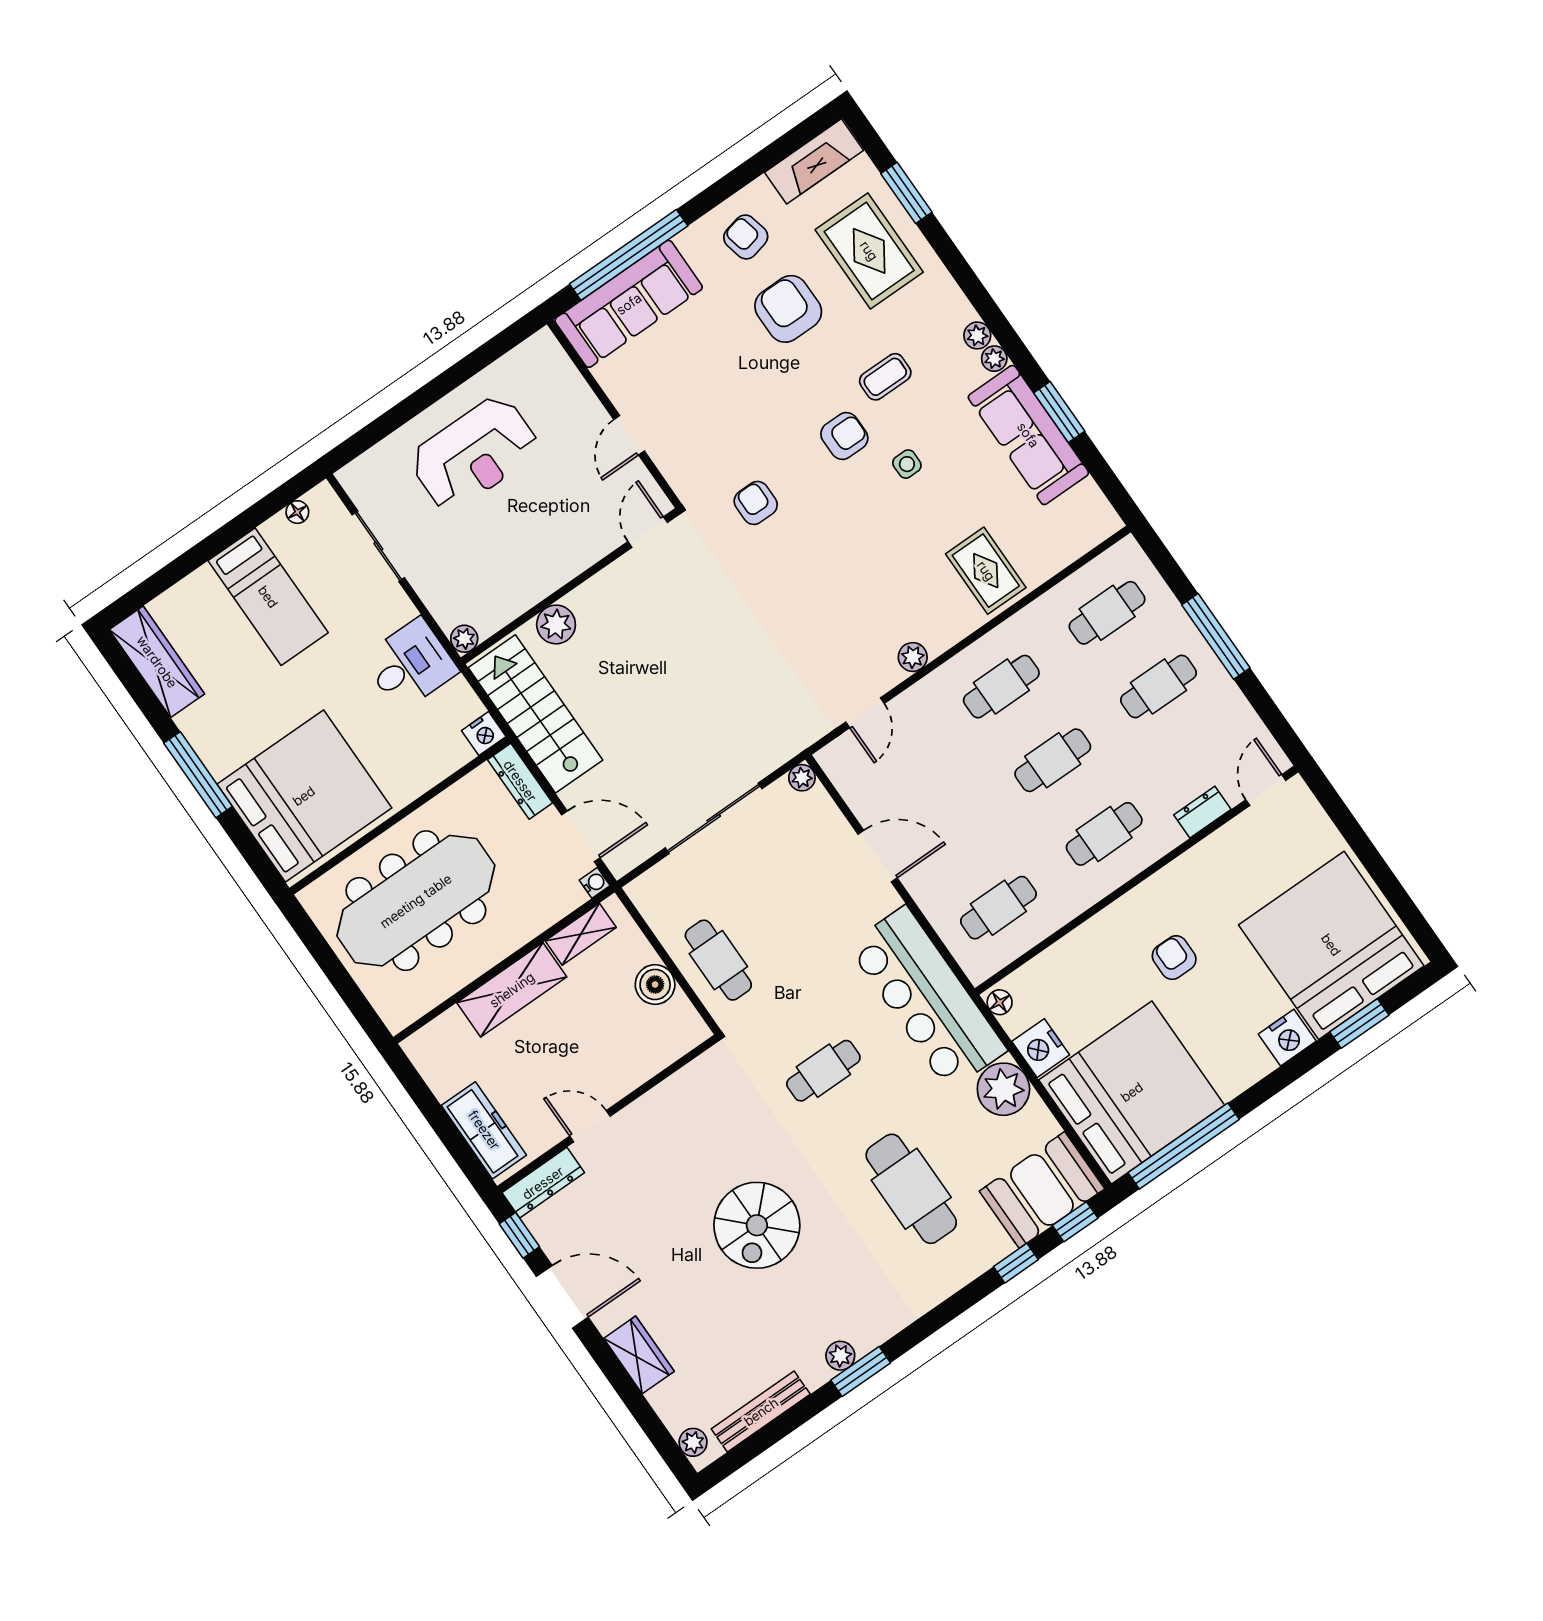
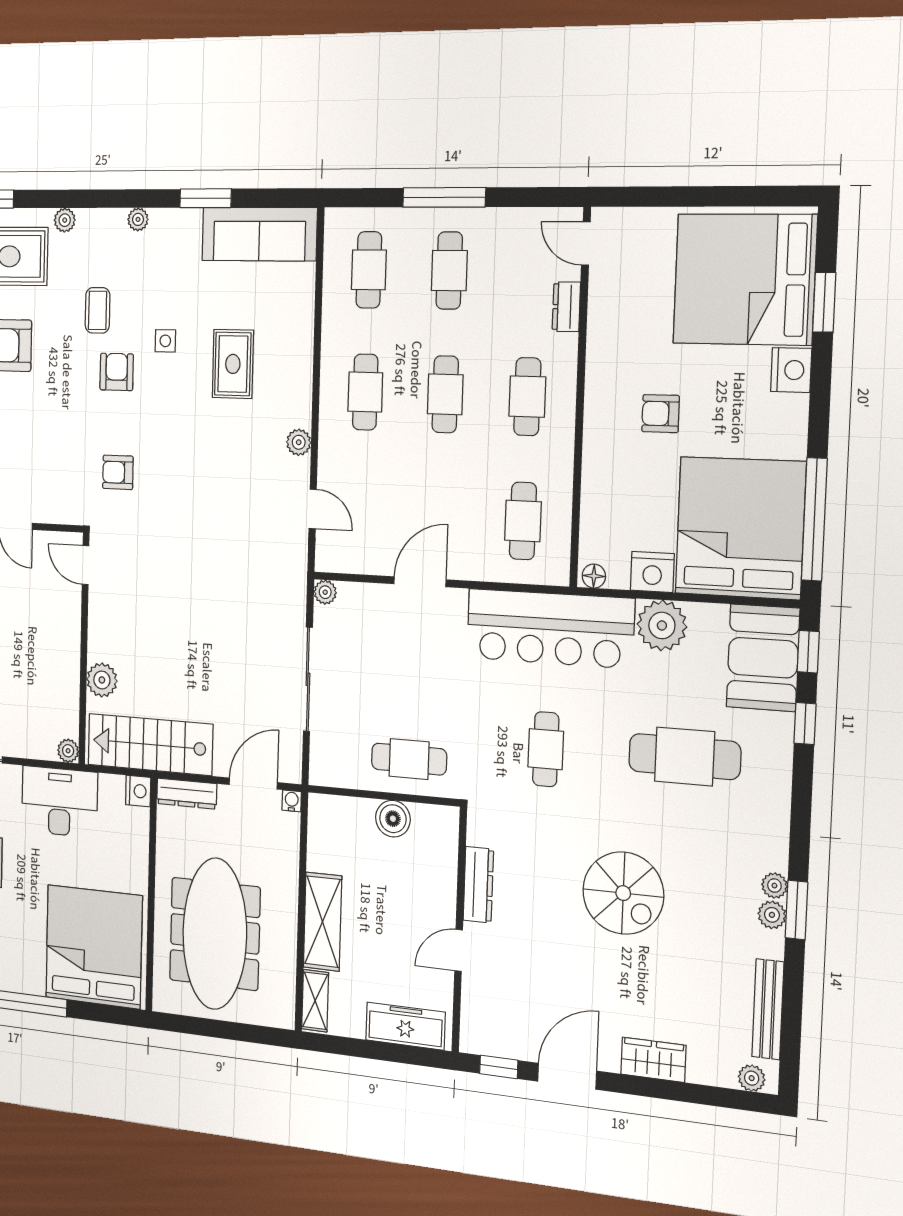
plant: (977, 335) -> (65, 220), moved
sofa: (1028, 435) -> (259, 234), moved
rug: (986, 571) -> (233, 364), moved, turned 90
desk: (410, 665) -> (59, 802), width x1.37
shelving: (581, 934) -> (315, 1001), moved
dresser: (543, 1183) -> (478, 885), moved
plant: (866, 1339) -> (774, 886), added

